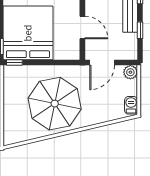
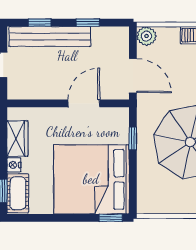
window: (14, 63) -> (133, 139), moved

